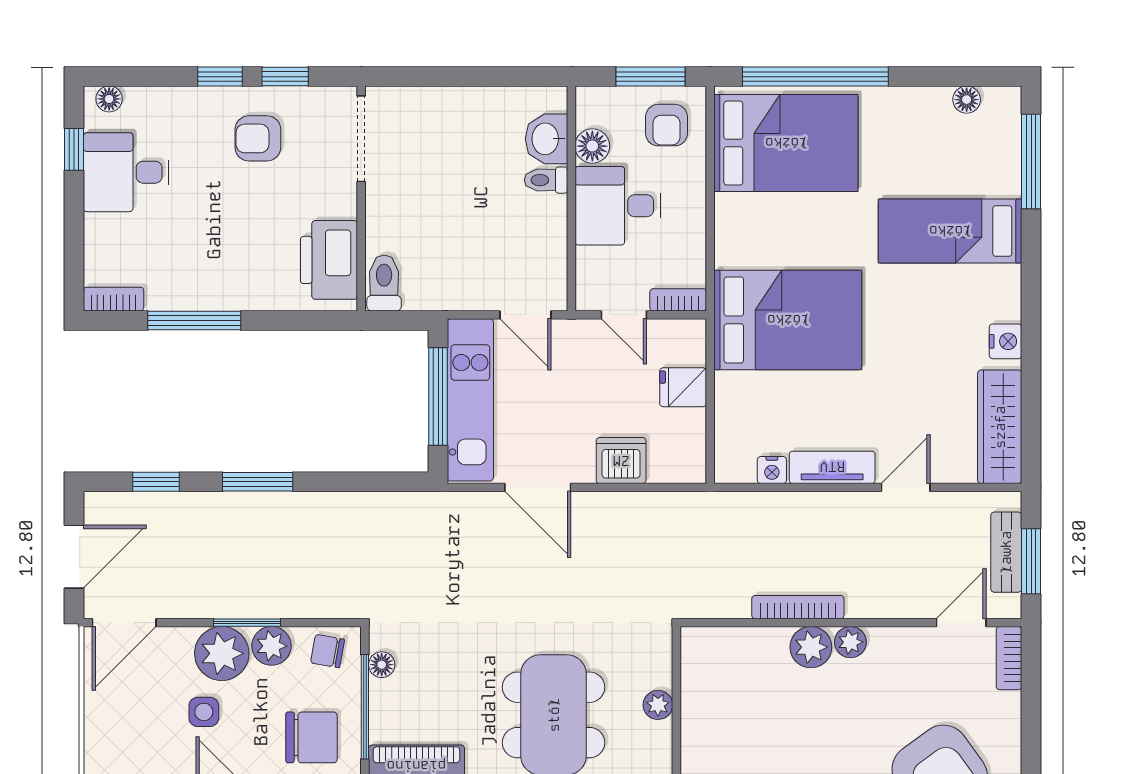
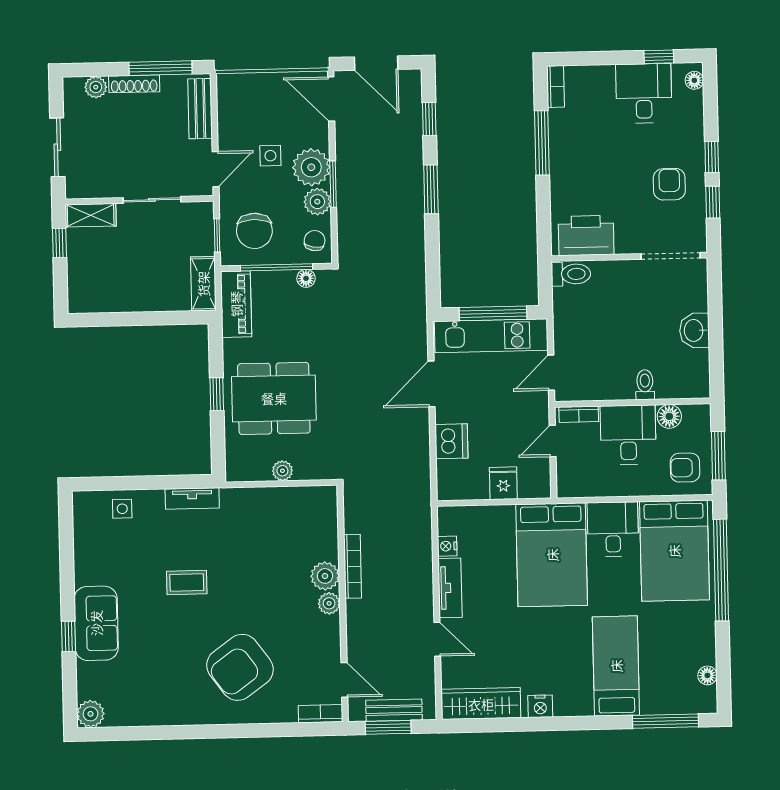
washbasin: (546, 139) -> (694, 330), moved, turned -90
desk: (753, 231) -> (613, 529), added
bookcase: (678, 300) -> (579, 414), moved, turned 90

